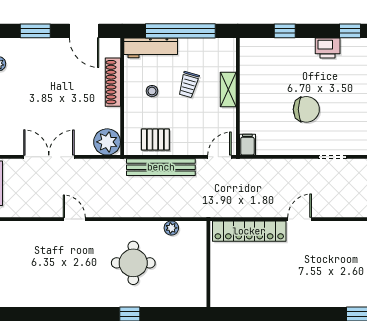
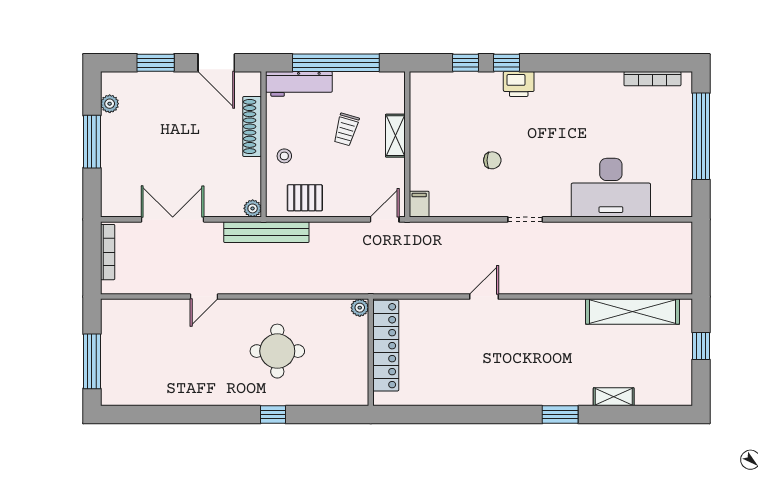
window: (350, 31) -> (507, 63), moved
stool: (152, 91) -> (284, 156), moved
chair: (306, 109) -> (492, 160), width x0.54, depth x0.54
plant: (107, 142) -> (253, 208), width x0.53, depth x0.53
bench: (161, 167) -> (266, 232), moved
door: (74, 219) -> (204, 297), swing flipped
plant: (171, 228) -> (360, 308), moved
locker: (249, 231) -> (386, 346), moved, turned -90

